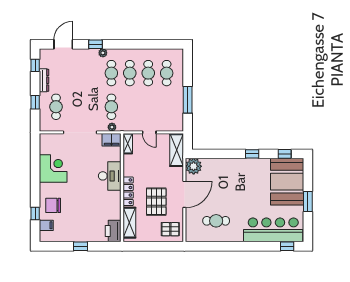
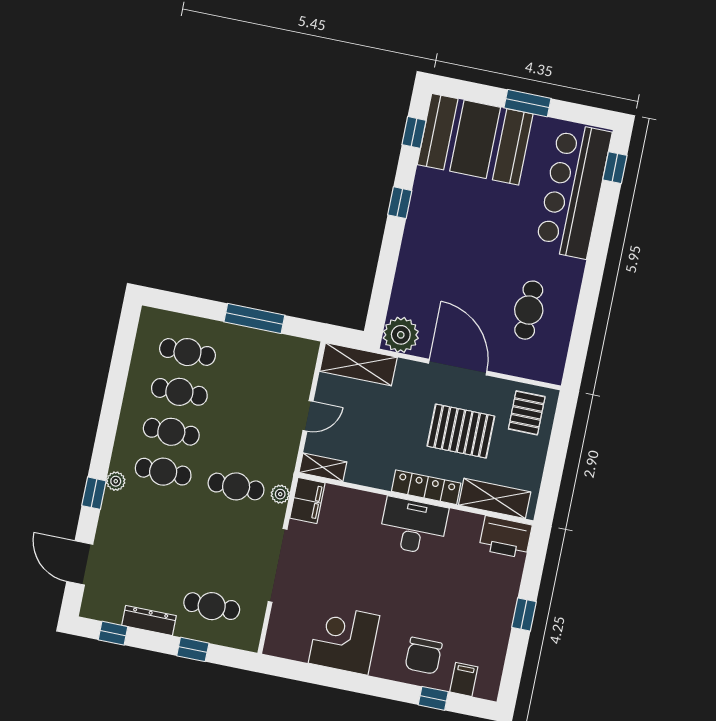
desk: (110, 176) -> (414, 526), moved

